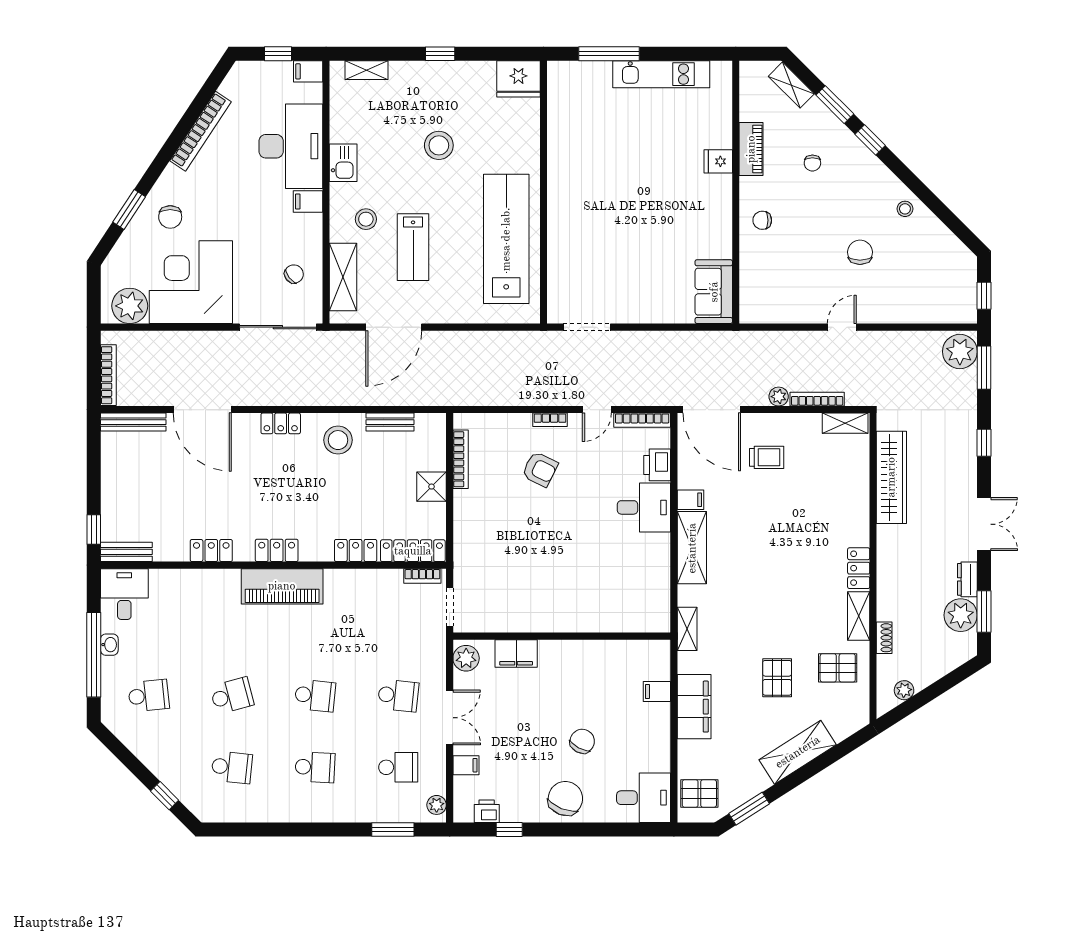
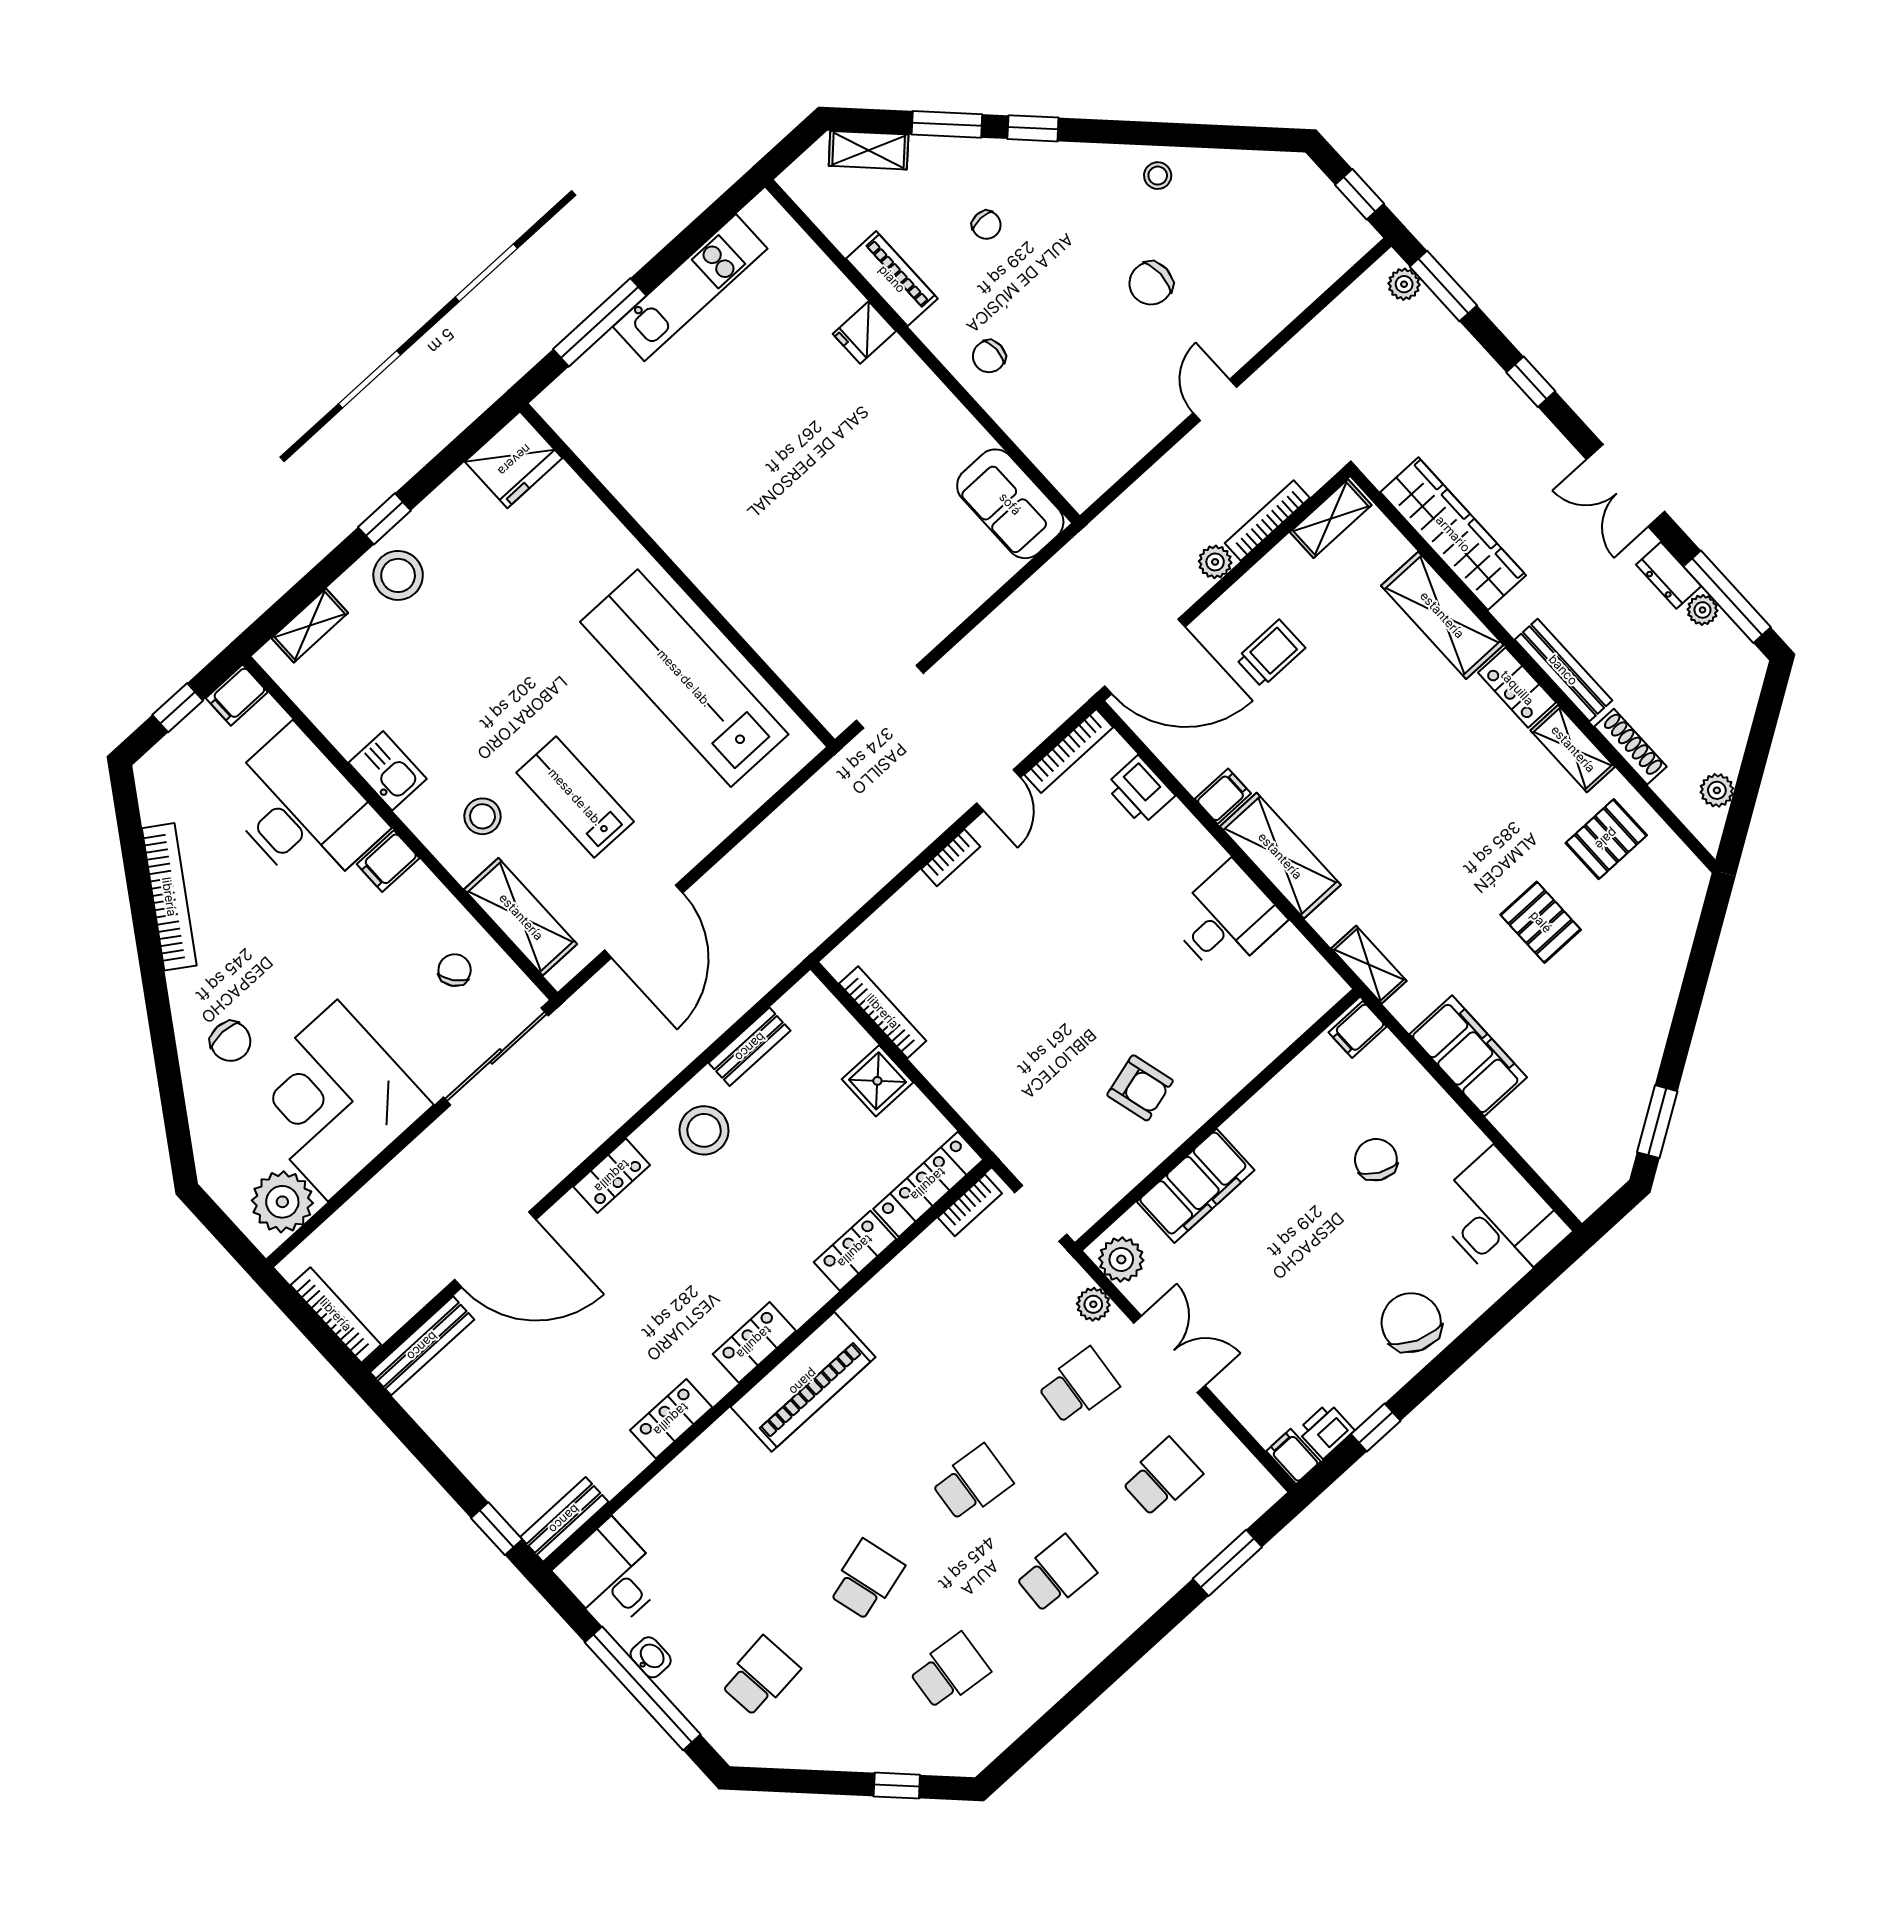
stool: (439, 145) -> (398, 575), moved
window: (129, 209) -> (169, 1079), removed
lab bench: (413, 247) -> (575, 797), turned 180
chair: (860, 252) -> (1151, 283), turned -90
plant: (960, 352) -> (1404, 284), width x0.53, depth x0.53
armchair: (540, 469) -> (1140, 1088), moved, turned 49
desk: (644, 507) -> (1227, 919), moved
double door: (984, 524) -> (1625, 486), swing flipped
bench: (885, 579) -> (1563, 670), added
window: (984, 611) -> (1727, 597), width x1.44
plant: (961, 615) -> (1702, 610), width x0.53, depth x0.53
shoe rack: (884, 638) -> (1631, 747), width x1.43
filing cabinet: (516, 653) -> (1196, 1186), width x1.50, depth x1.17
filing cabinet: (657, 692) -> (1358, 1029), moved
chair: (582, 741) -> (1376, 1160), moved
shelving: (798, 752) -> (1442, 615), moved, turned -57
filing cabinet: (466, 765) -> (1293, 1456), moved, turned -90
pallet: (699, 794) -> (1576, 1160), removed
desk: (644, 798) -> (1499, 1219), width x1.37
plant: (437, 805) -> (1093, 1304), moved

